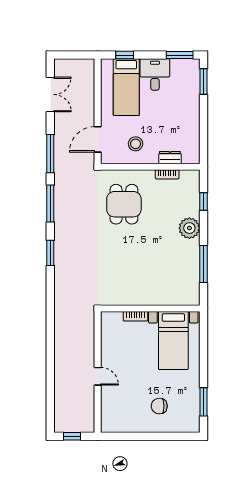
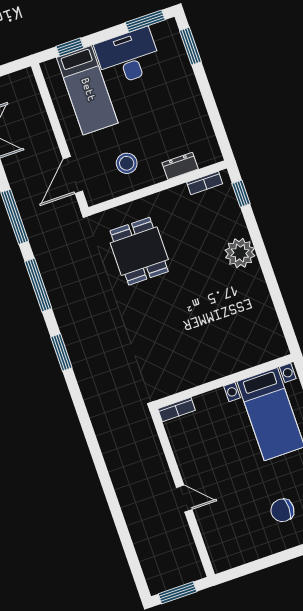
desk: (155, 75) -> (128, 57), width x1.37
bookcase: (167, 174) -> (205, 183), moved
window: (204, 202) -> (241, 194), moved
window: (204, 264) -> (276, 295), removed
bookcase: (135, 316) -> (177, 410), moved
window: (72, 436) -> (177, 593), width x1.50

